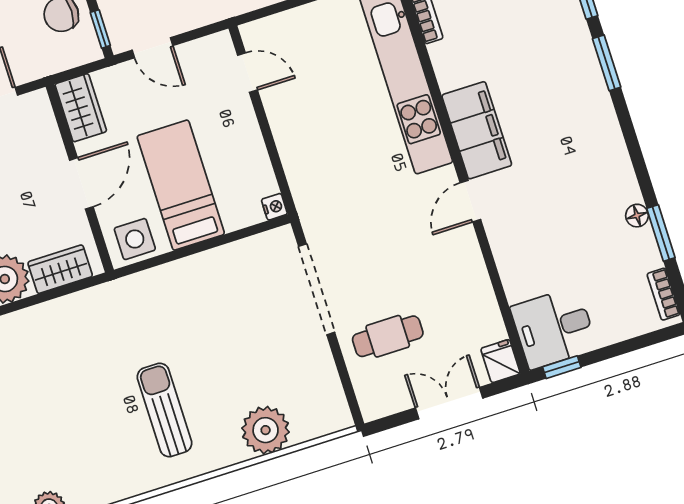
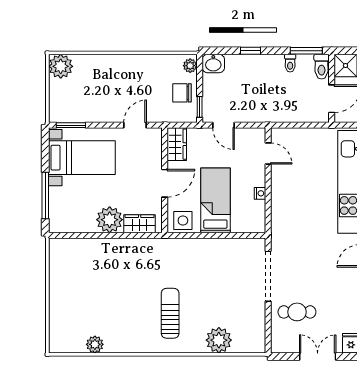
nightstand: (274, 207) -> (260, 193), moved

